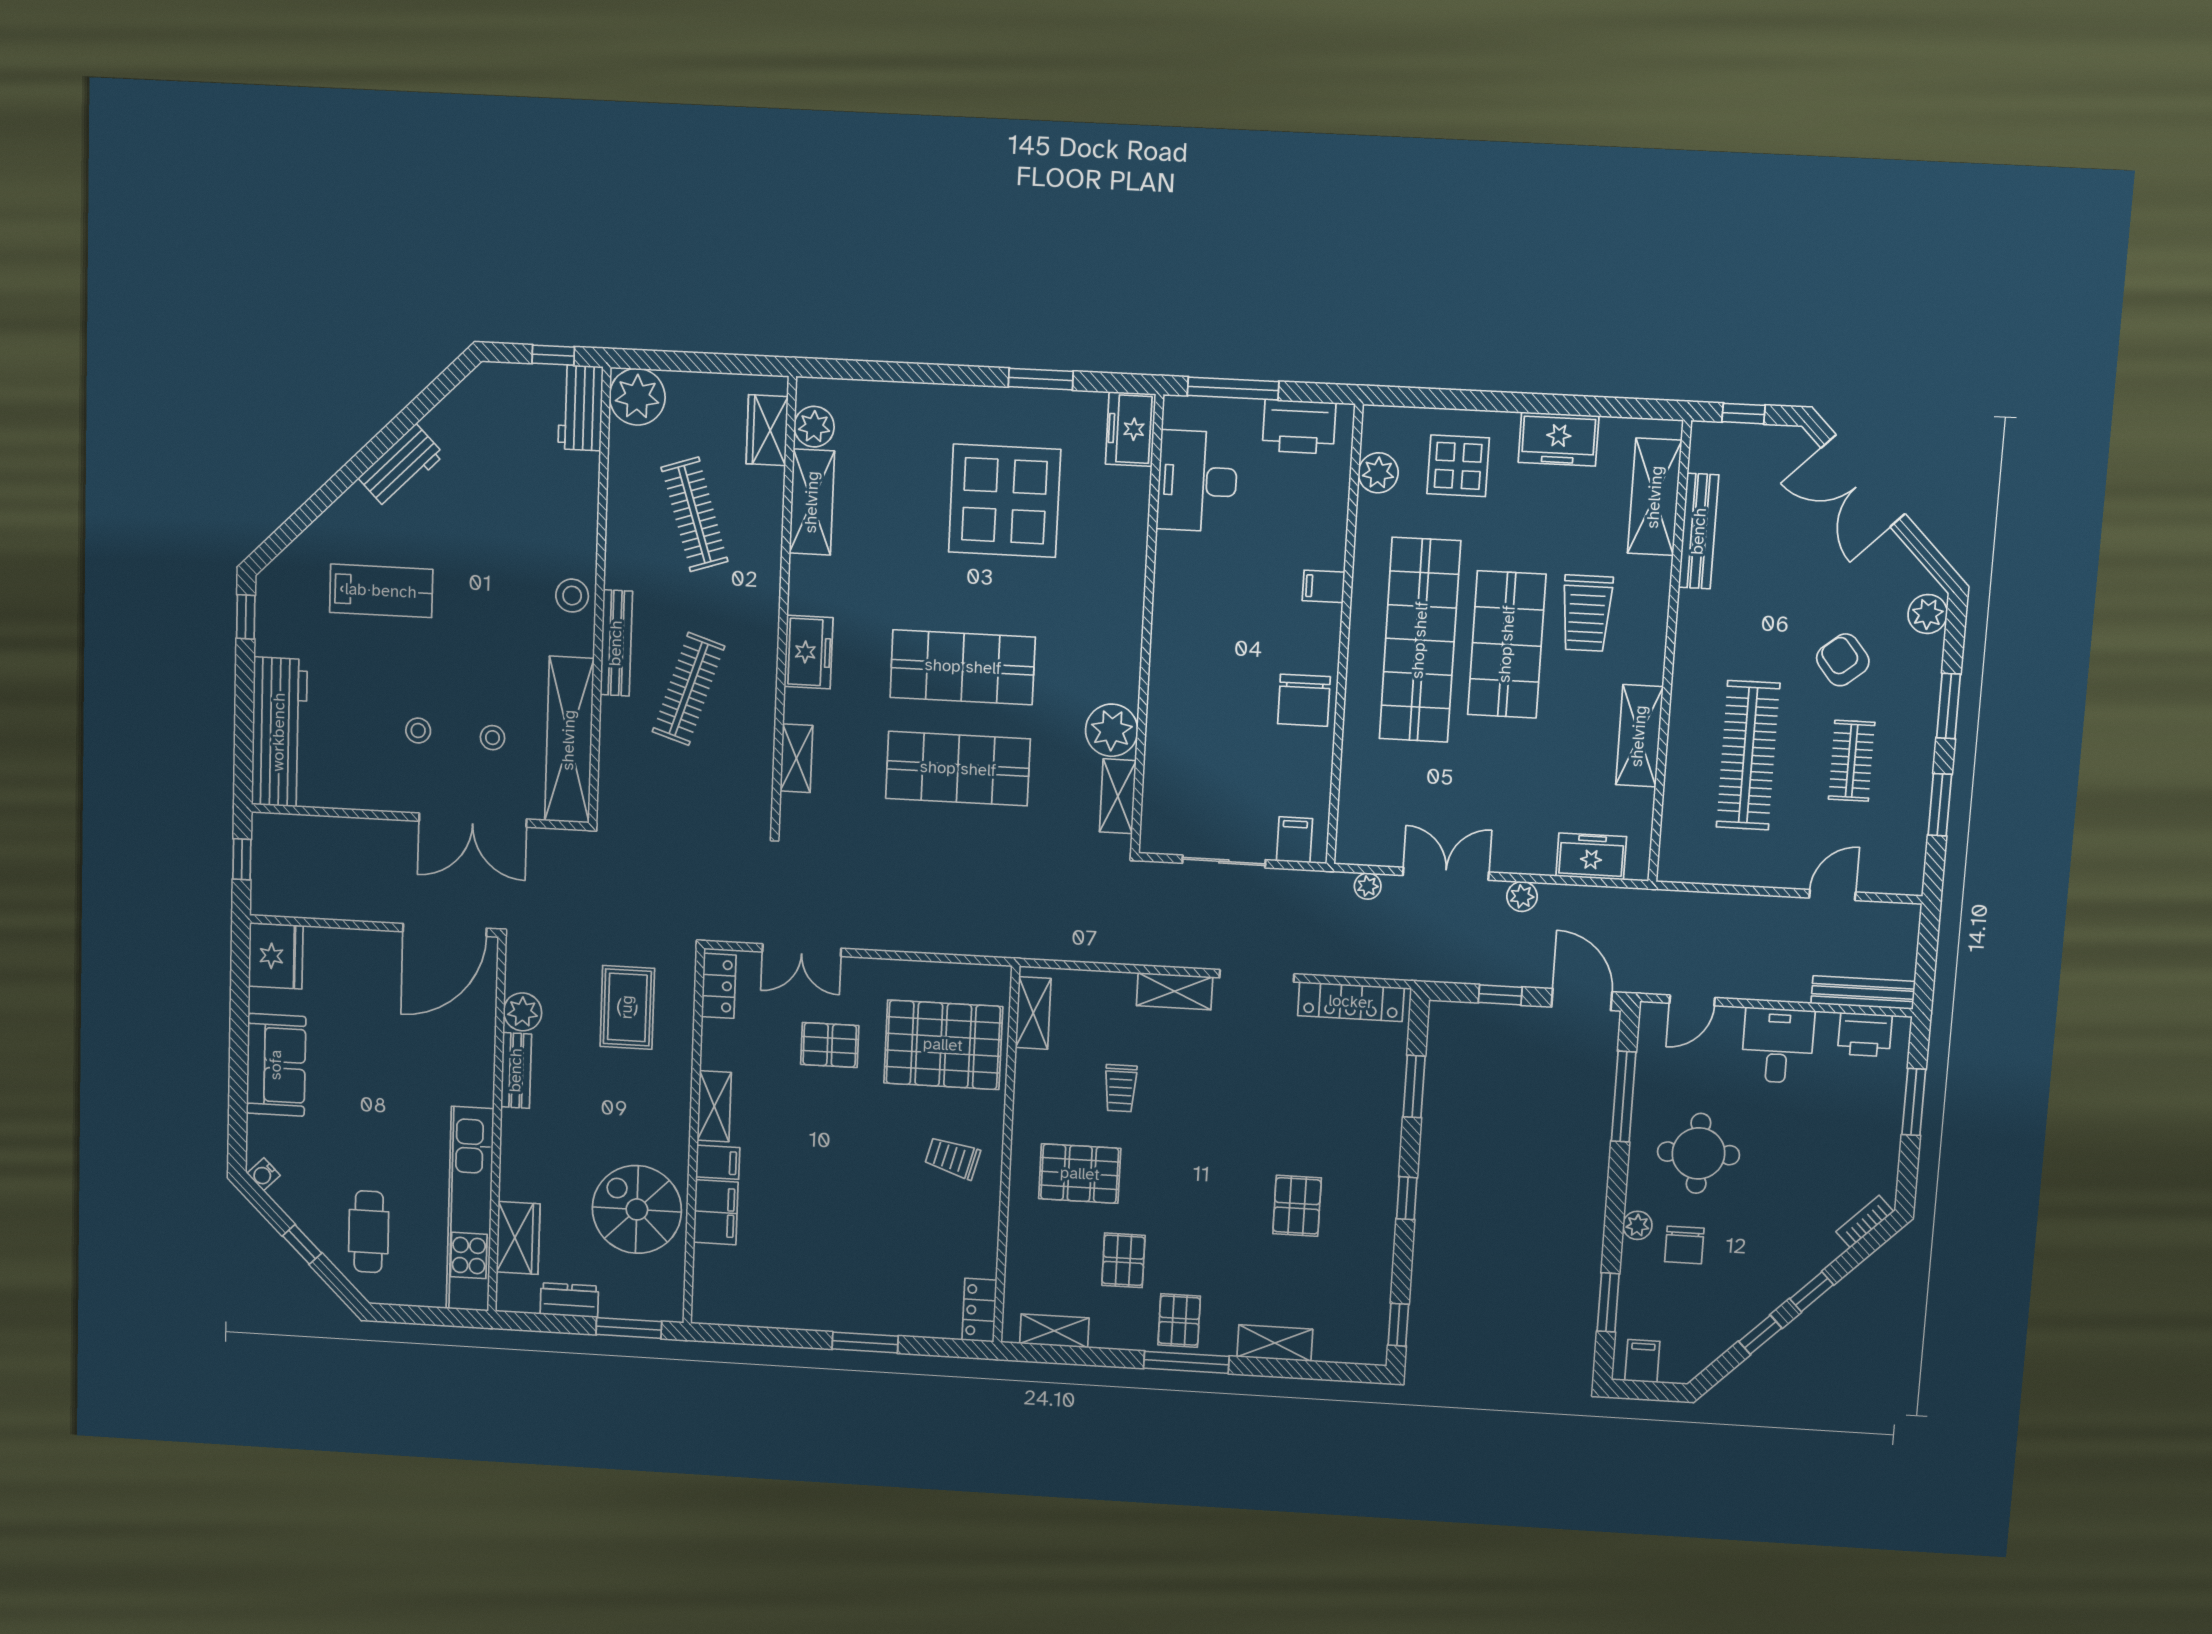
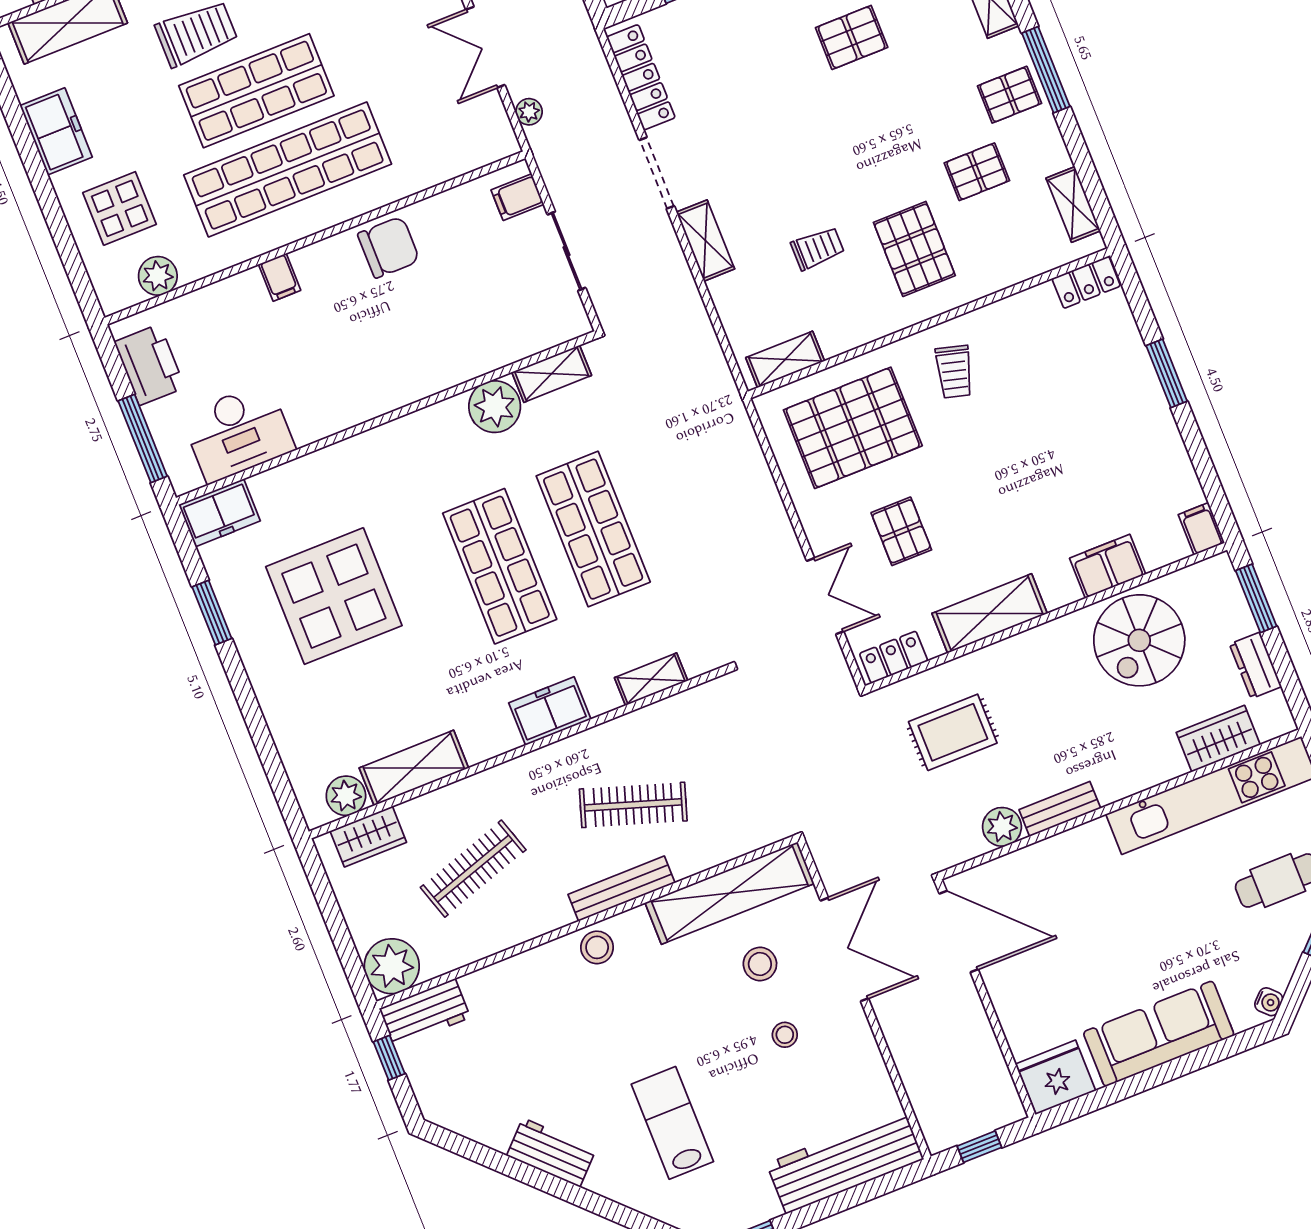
stool: (492, 738) -> (760, 964), width x1.37, depth x1.37
pallet: (943, 1045) -> (853, 428), turned 90
sofa: (276, 1065) -> (1159, 1034), width x1.36
shelving: (714, 1106) -> (990, 613), width x1.50, depth x1.33
filing cabinet: (718, 1162) -> (1201, 529), moved

